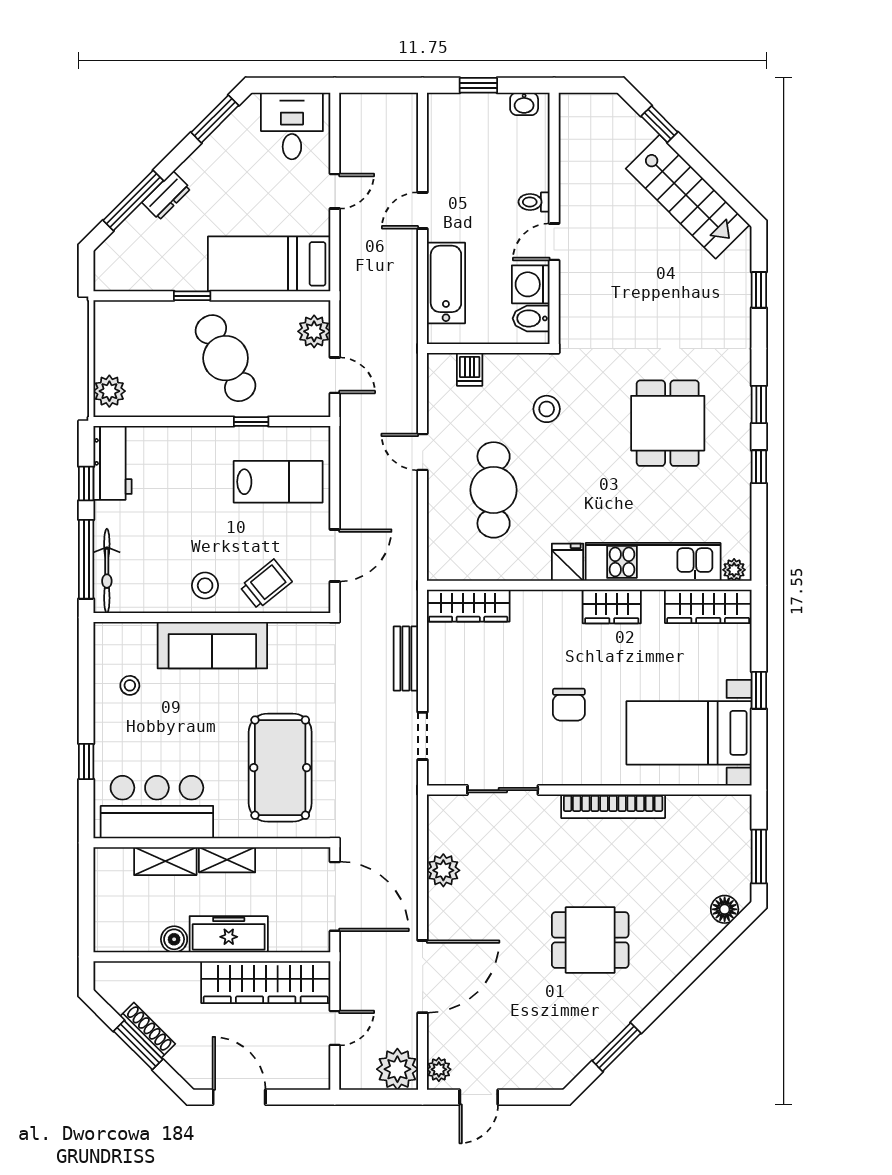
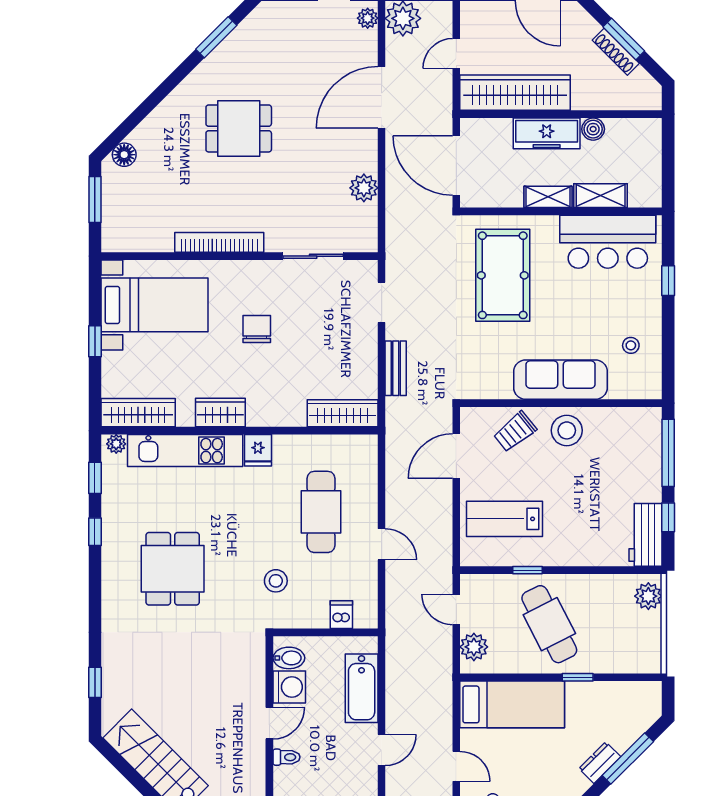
door: (335, 191) -> (456, 766), swing flipped
window: (759, 404) -> (95, 478), moved
bicycle: (107, 571) -> (650, 443), removed
stool: (205, 586) -> (567, 430), width x1.38, depth x1.38

